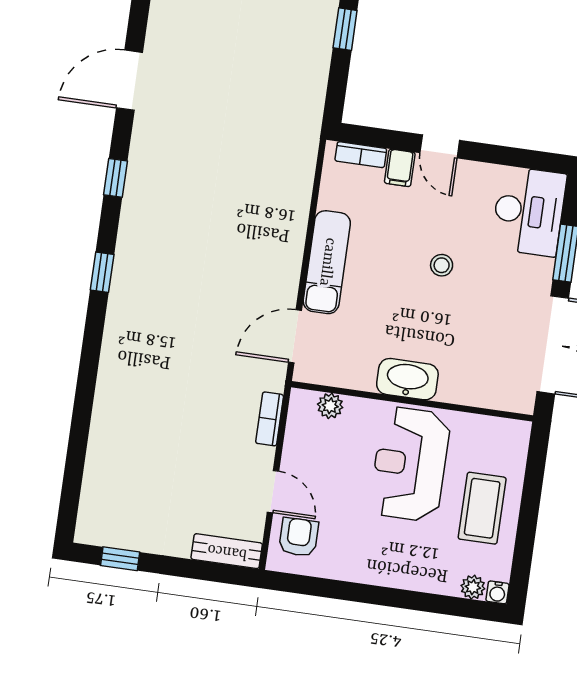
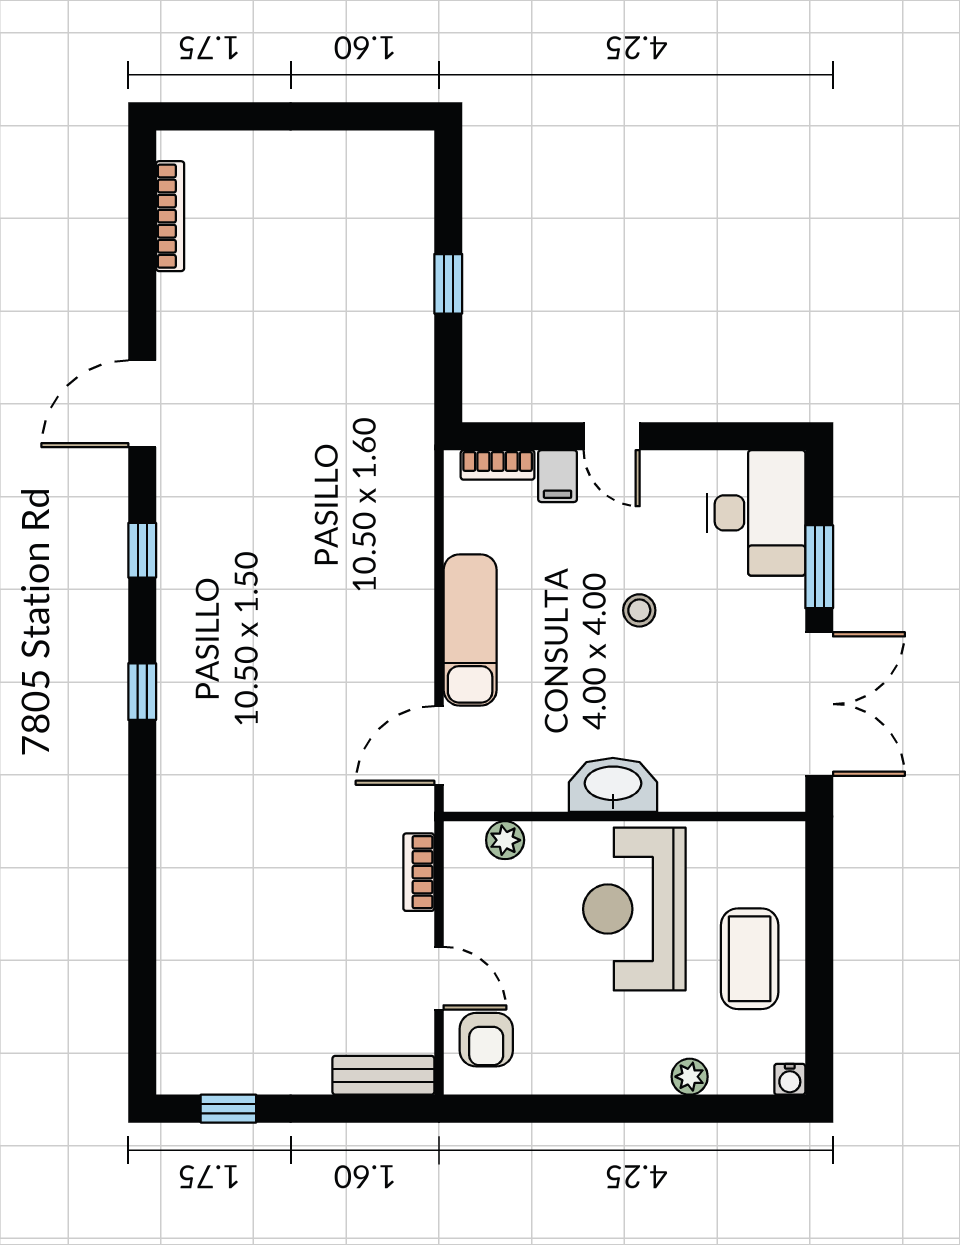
armchair: (299, 537) -> (486, 1040), turned 180
plant: (473, 587) -> (690, 1077), moved

